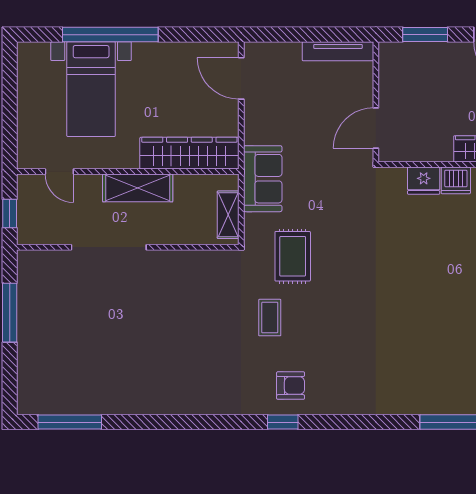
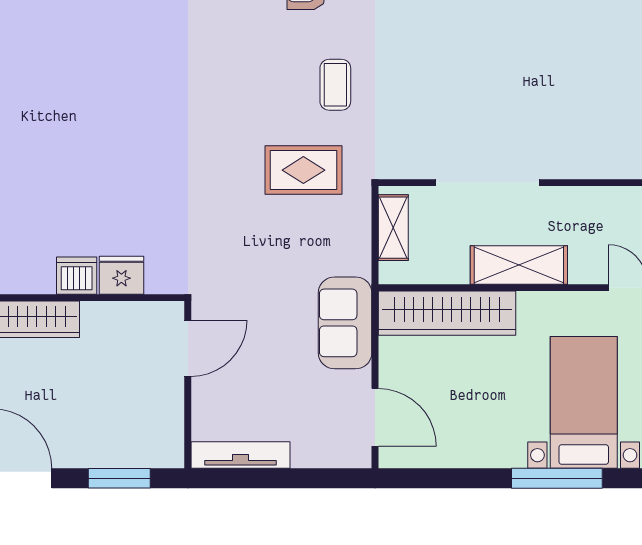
window: (110, 35) -> (557, 478), width x0.68
sofa: (263, 179) -> (345, 323), moved
doorway: (109, 247) -> (487, 183), moved
rug: (293, 256) -> (303, 170), turned 90

